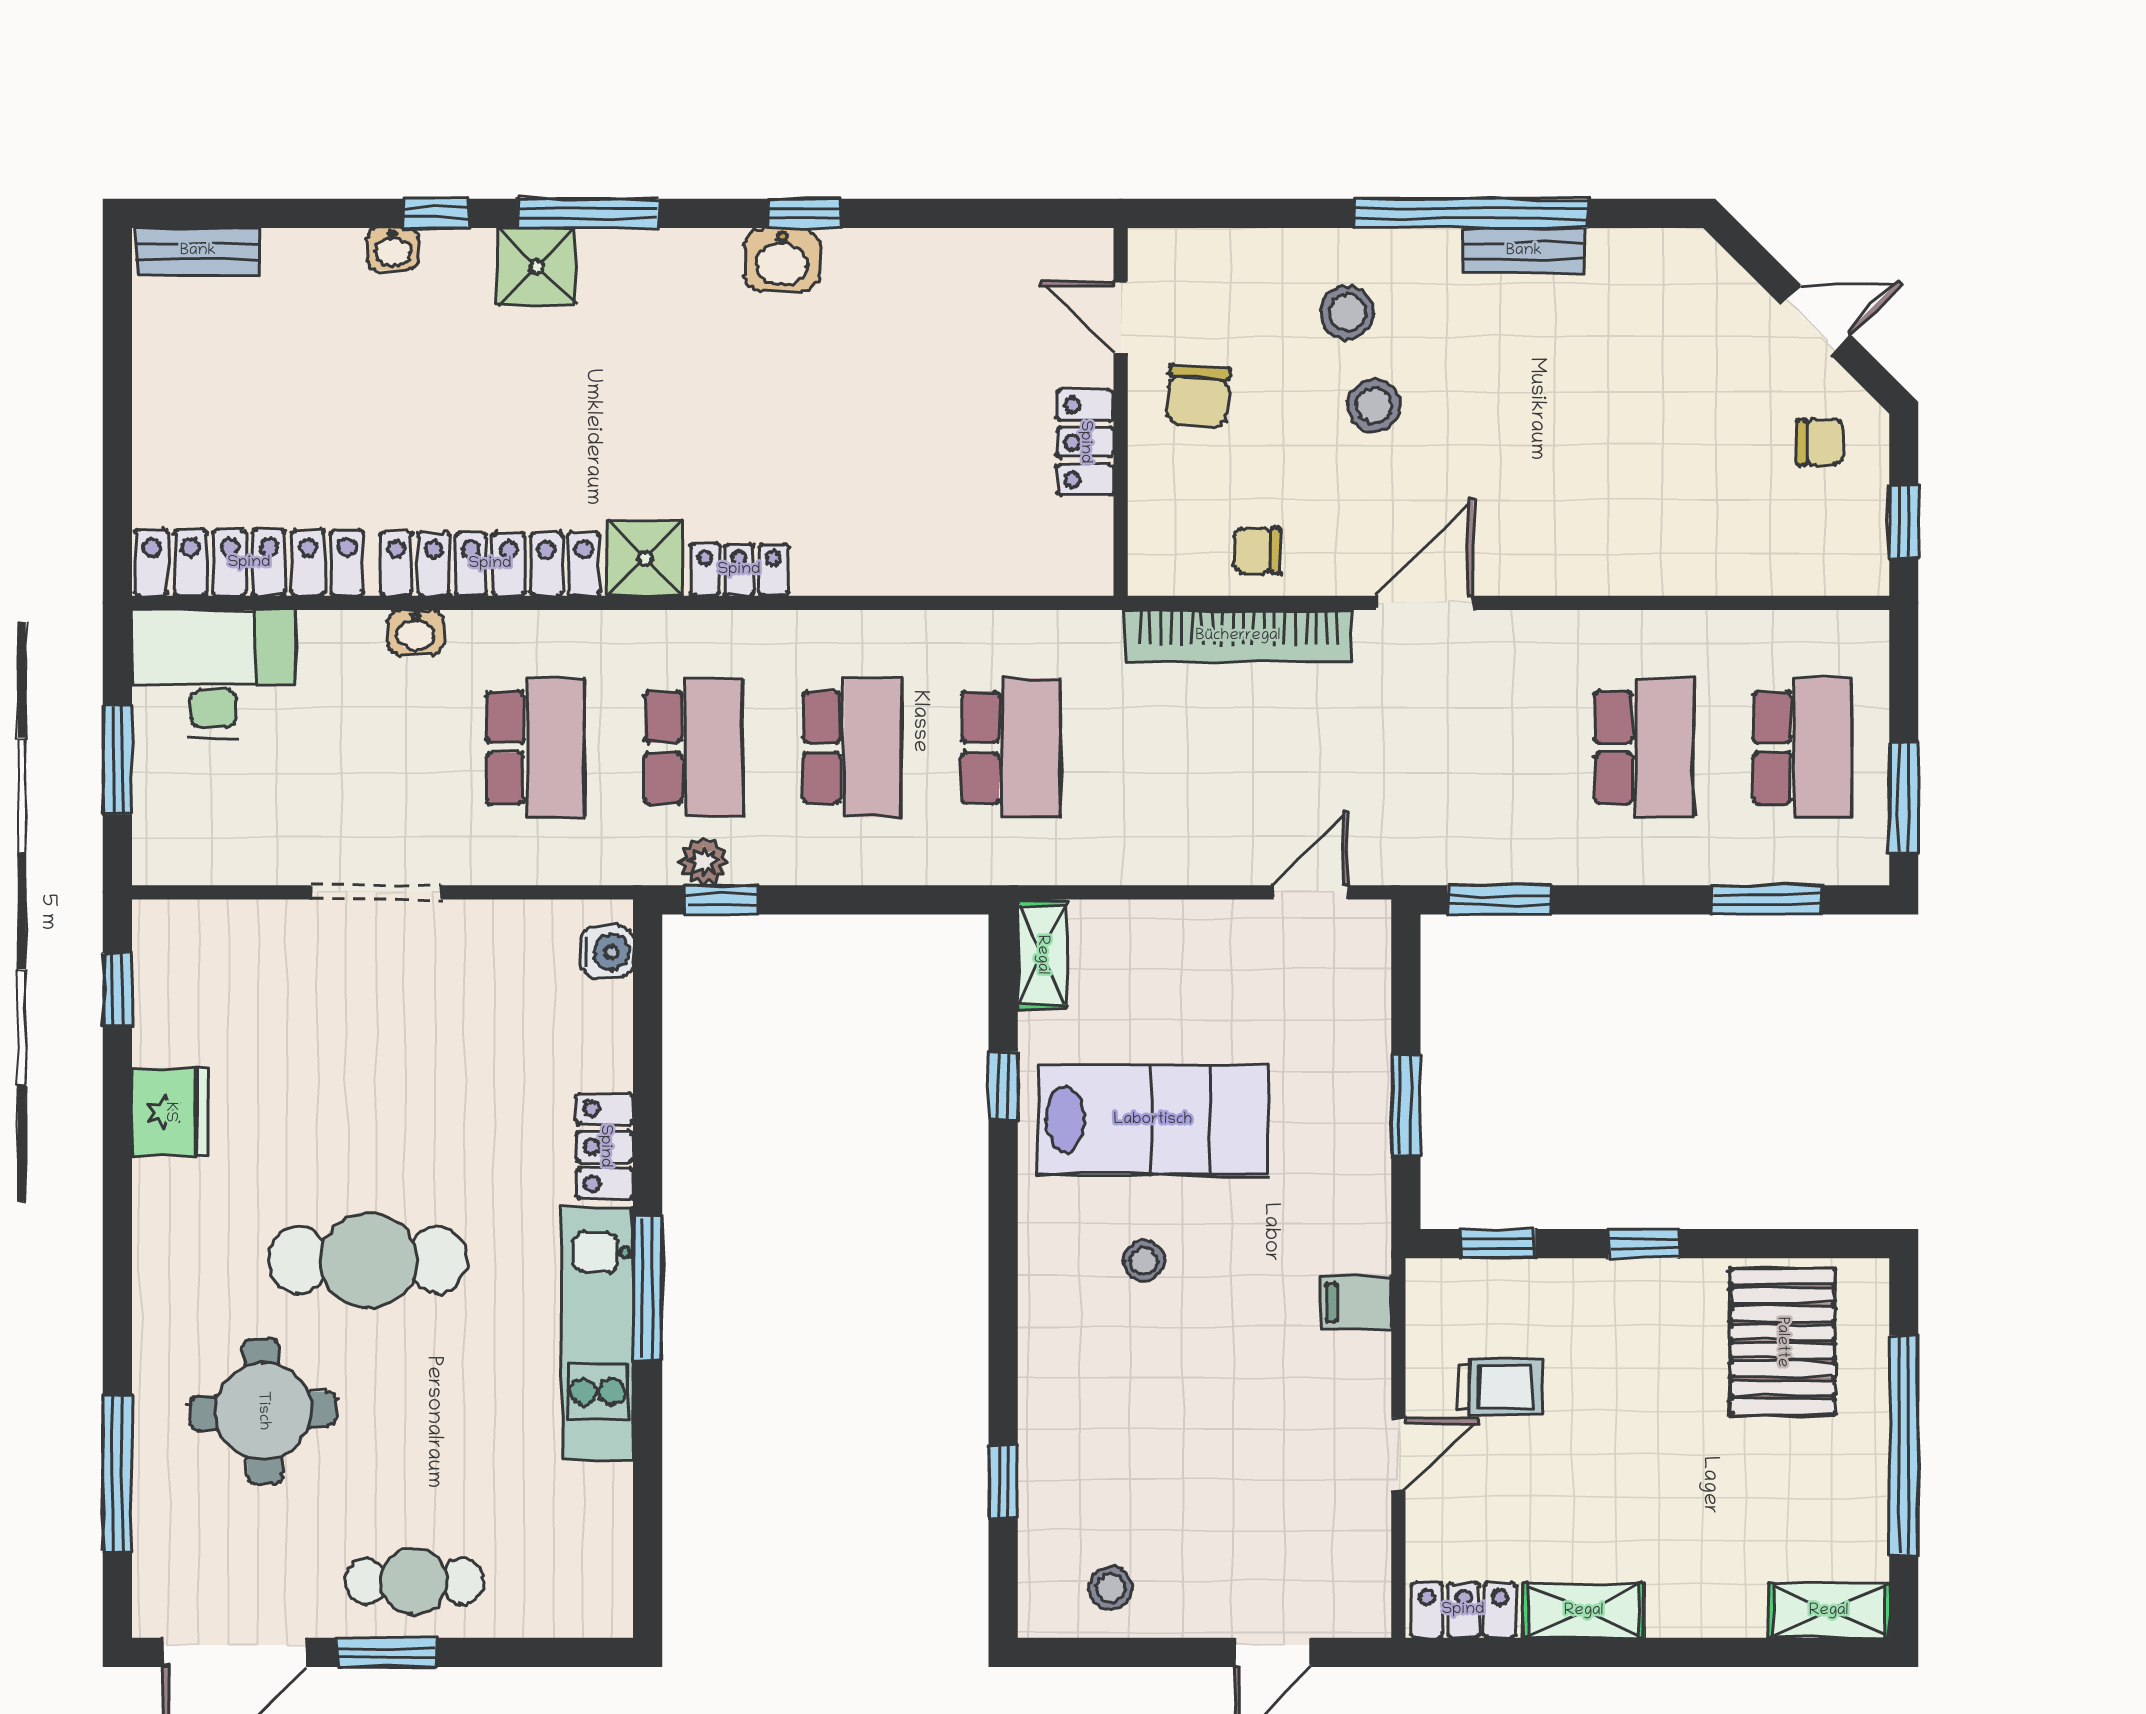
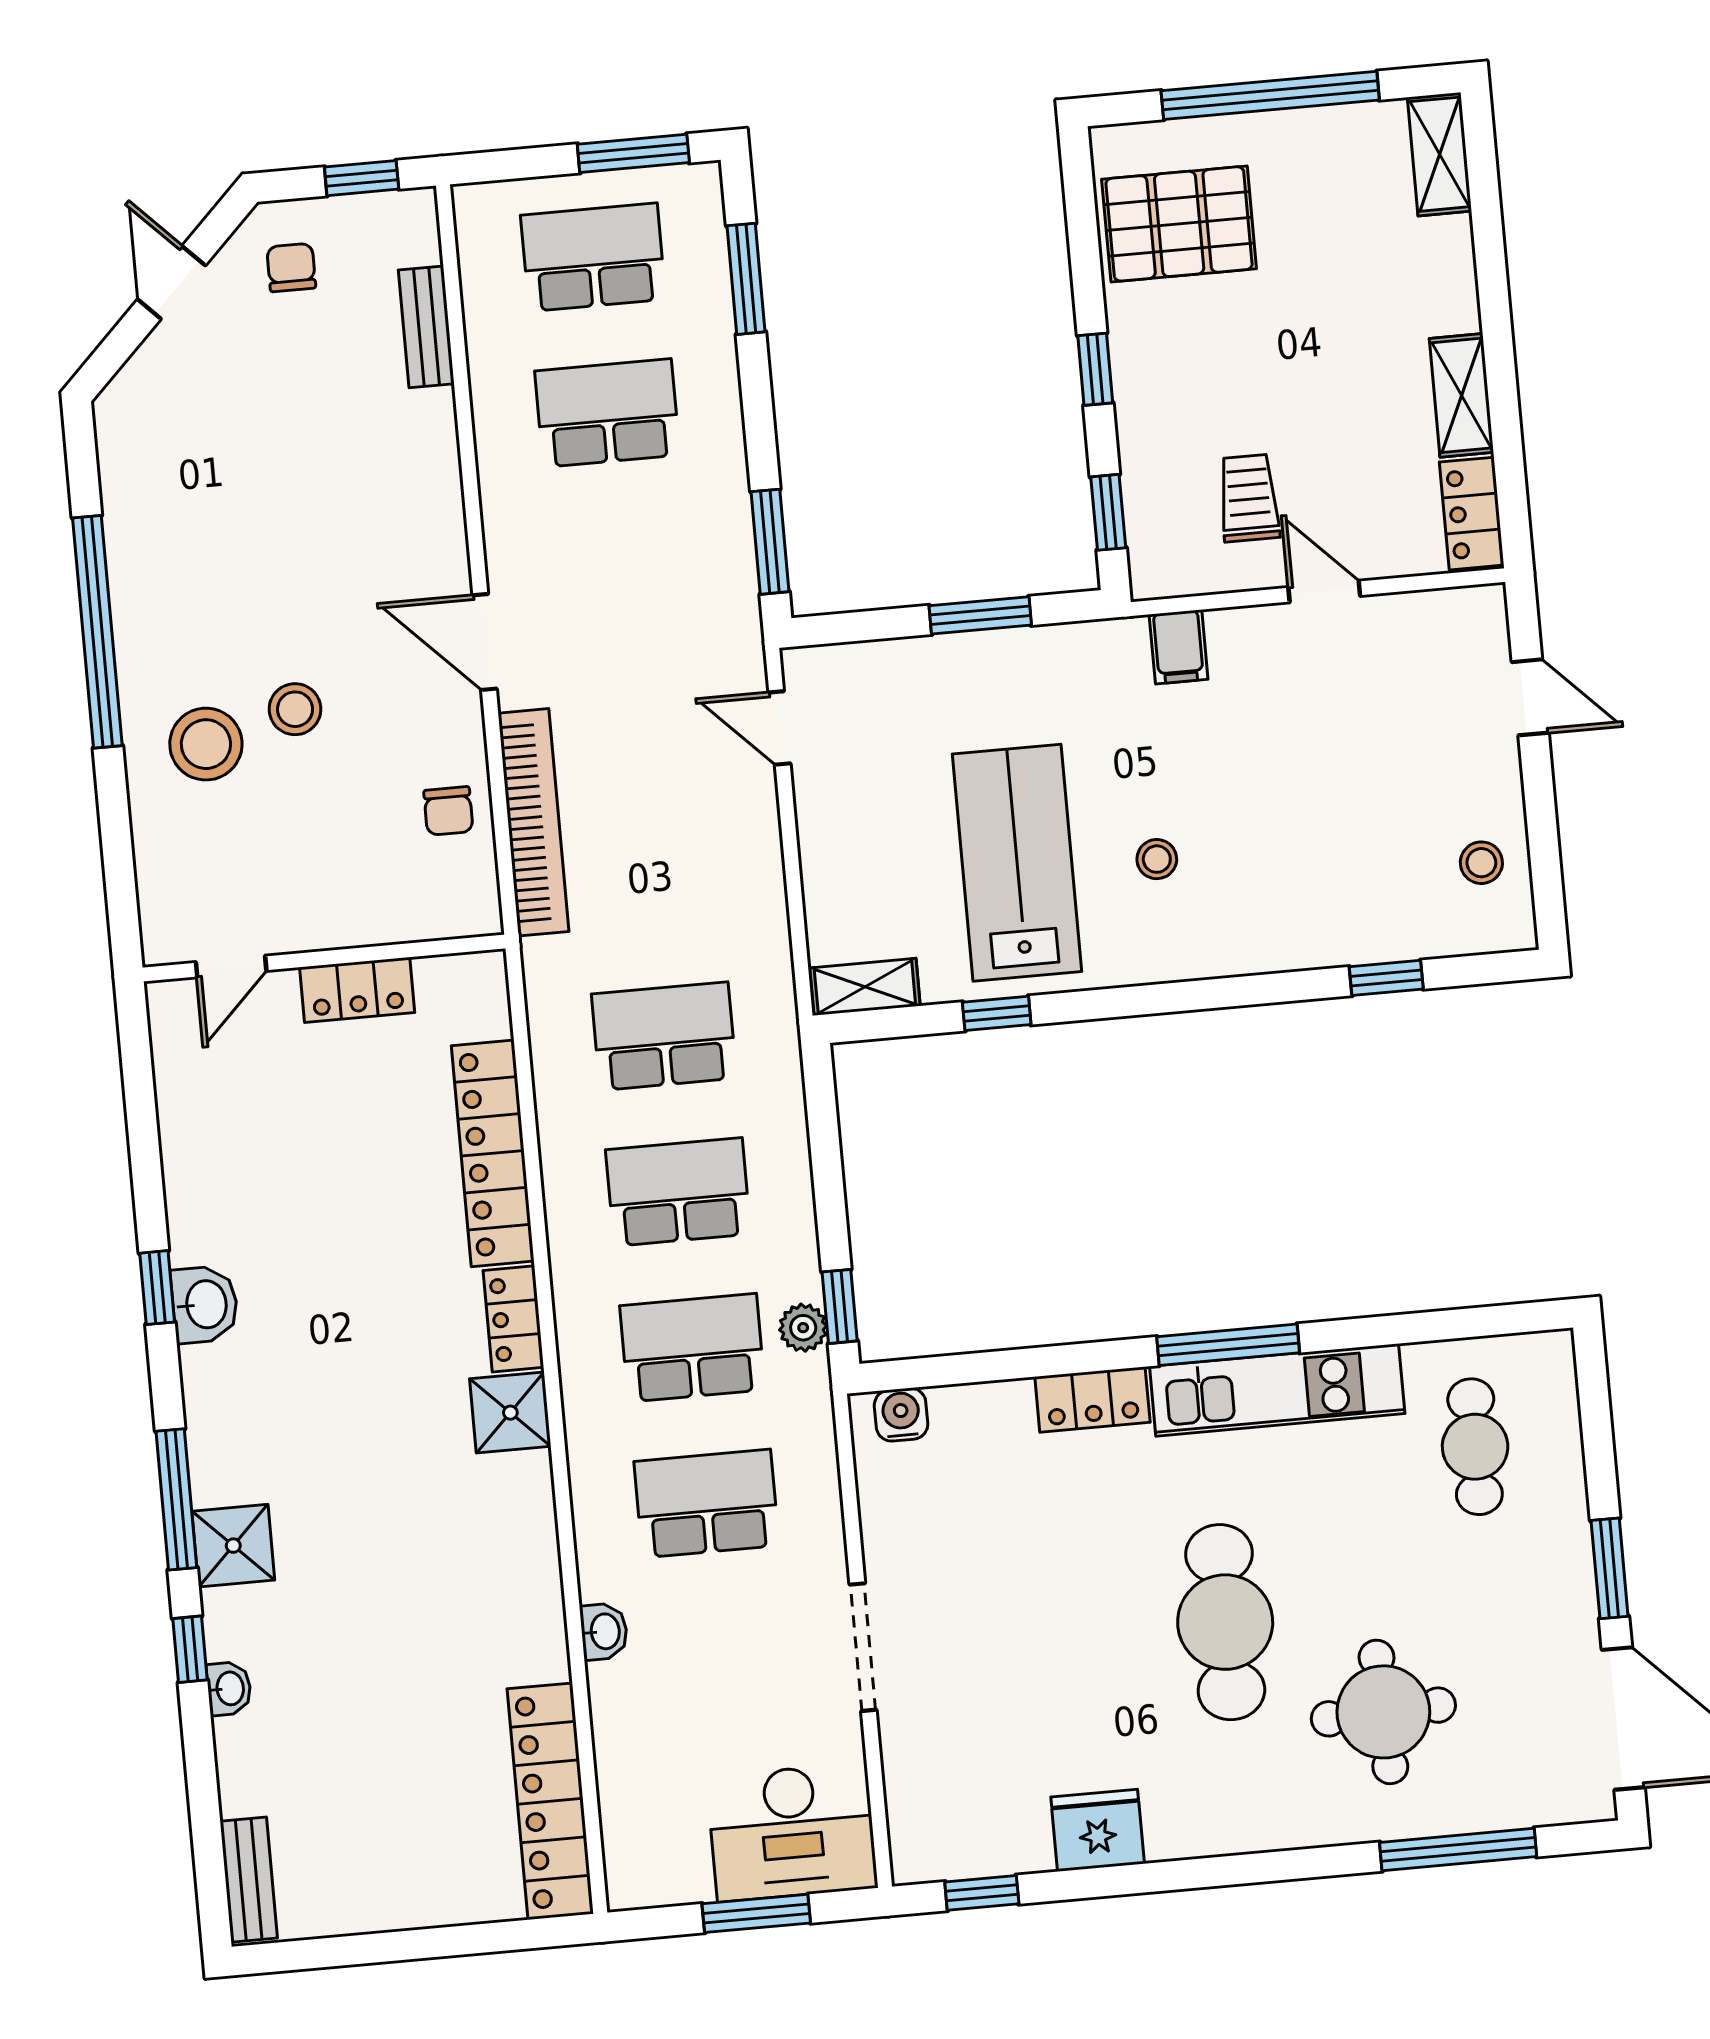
bench: (1524, 251) -> (426, 327), moved
stool: (1347, 312) -> (206, 744), width x1.38, depth x1.38
chair: (1198, 396) -> (302, 883), removed
locker: (490, 564) -> (493, 1153), moved
desk: (214, 674) -> (792, 1832), moved, turned -90
cafe table: (414, 1581) -> (1475, 1447), moved

